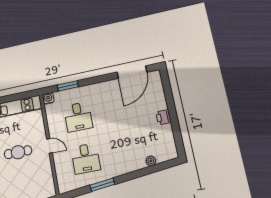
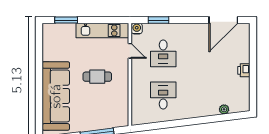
door: (49, 146) -> (130, 51), moved
desk: (86, 159) -> (163, 96), turned 180
window: (102, 185) -> (174, 124), removed

